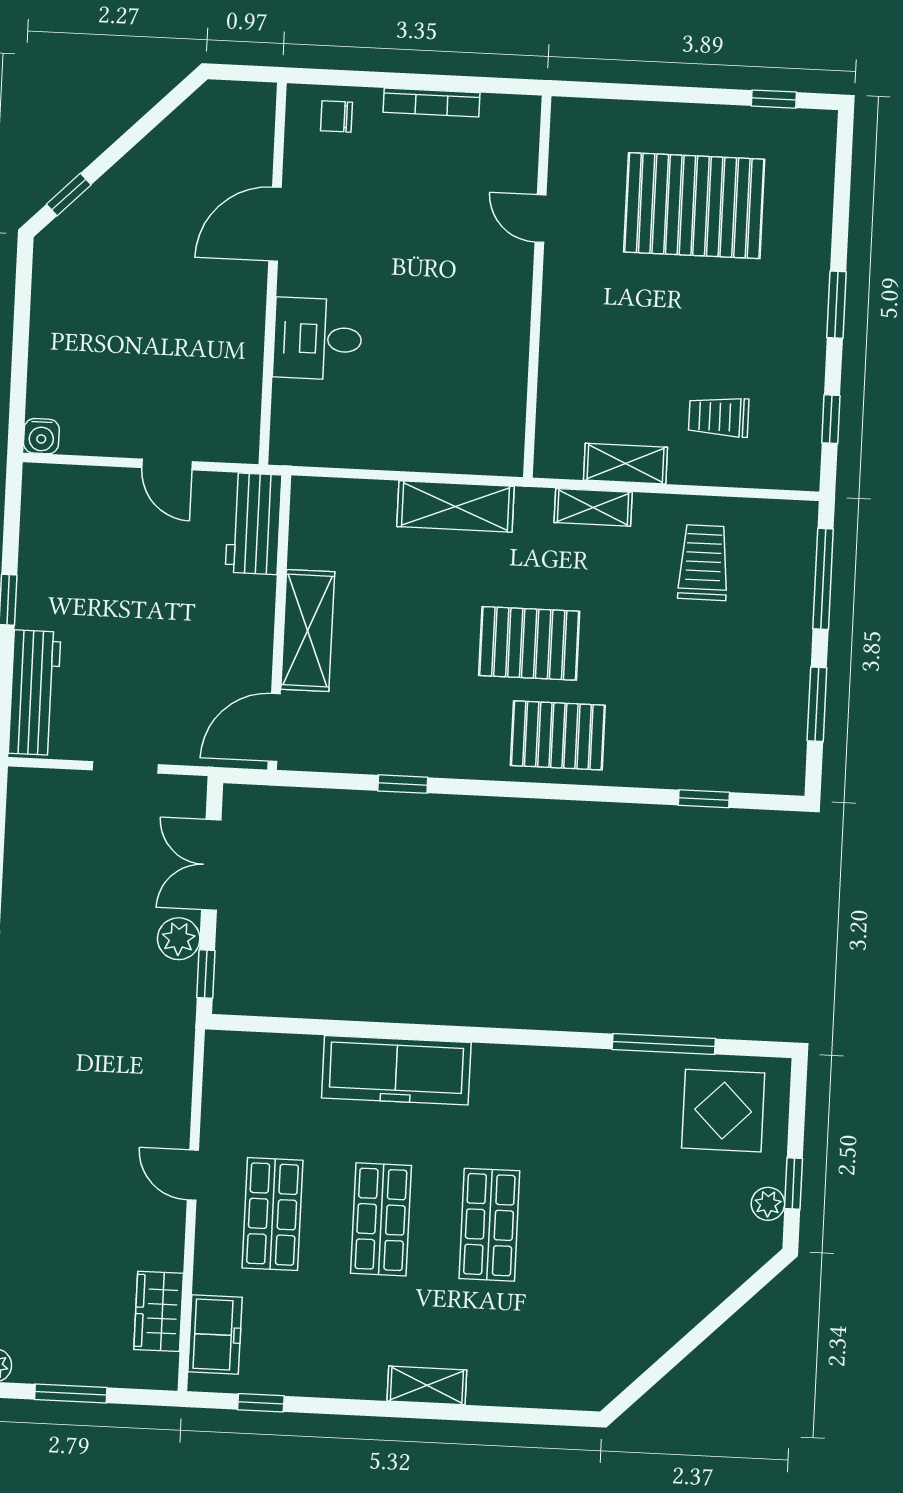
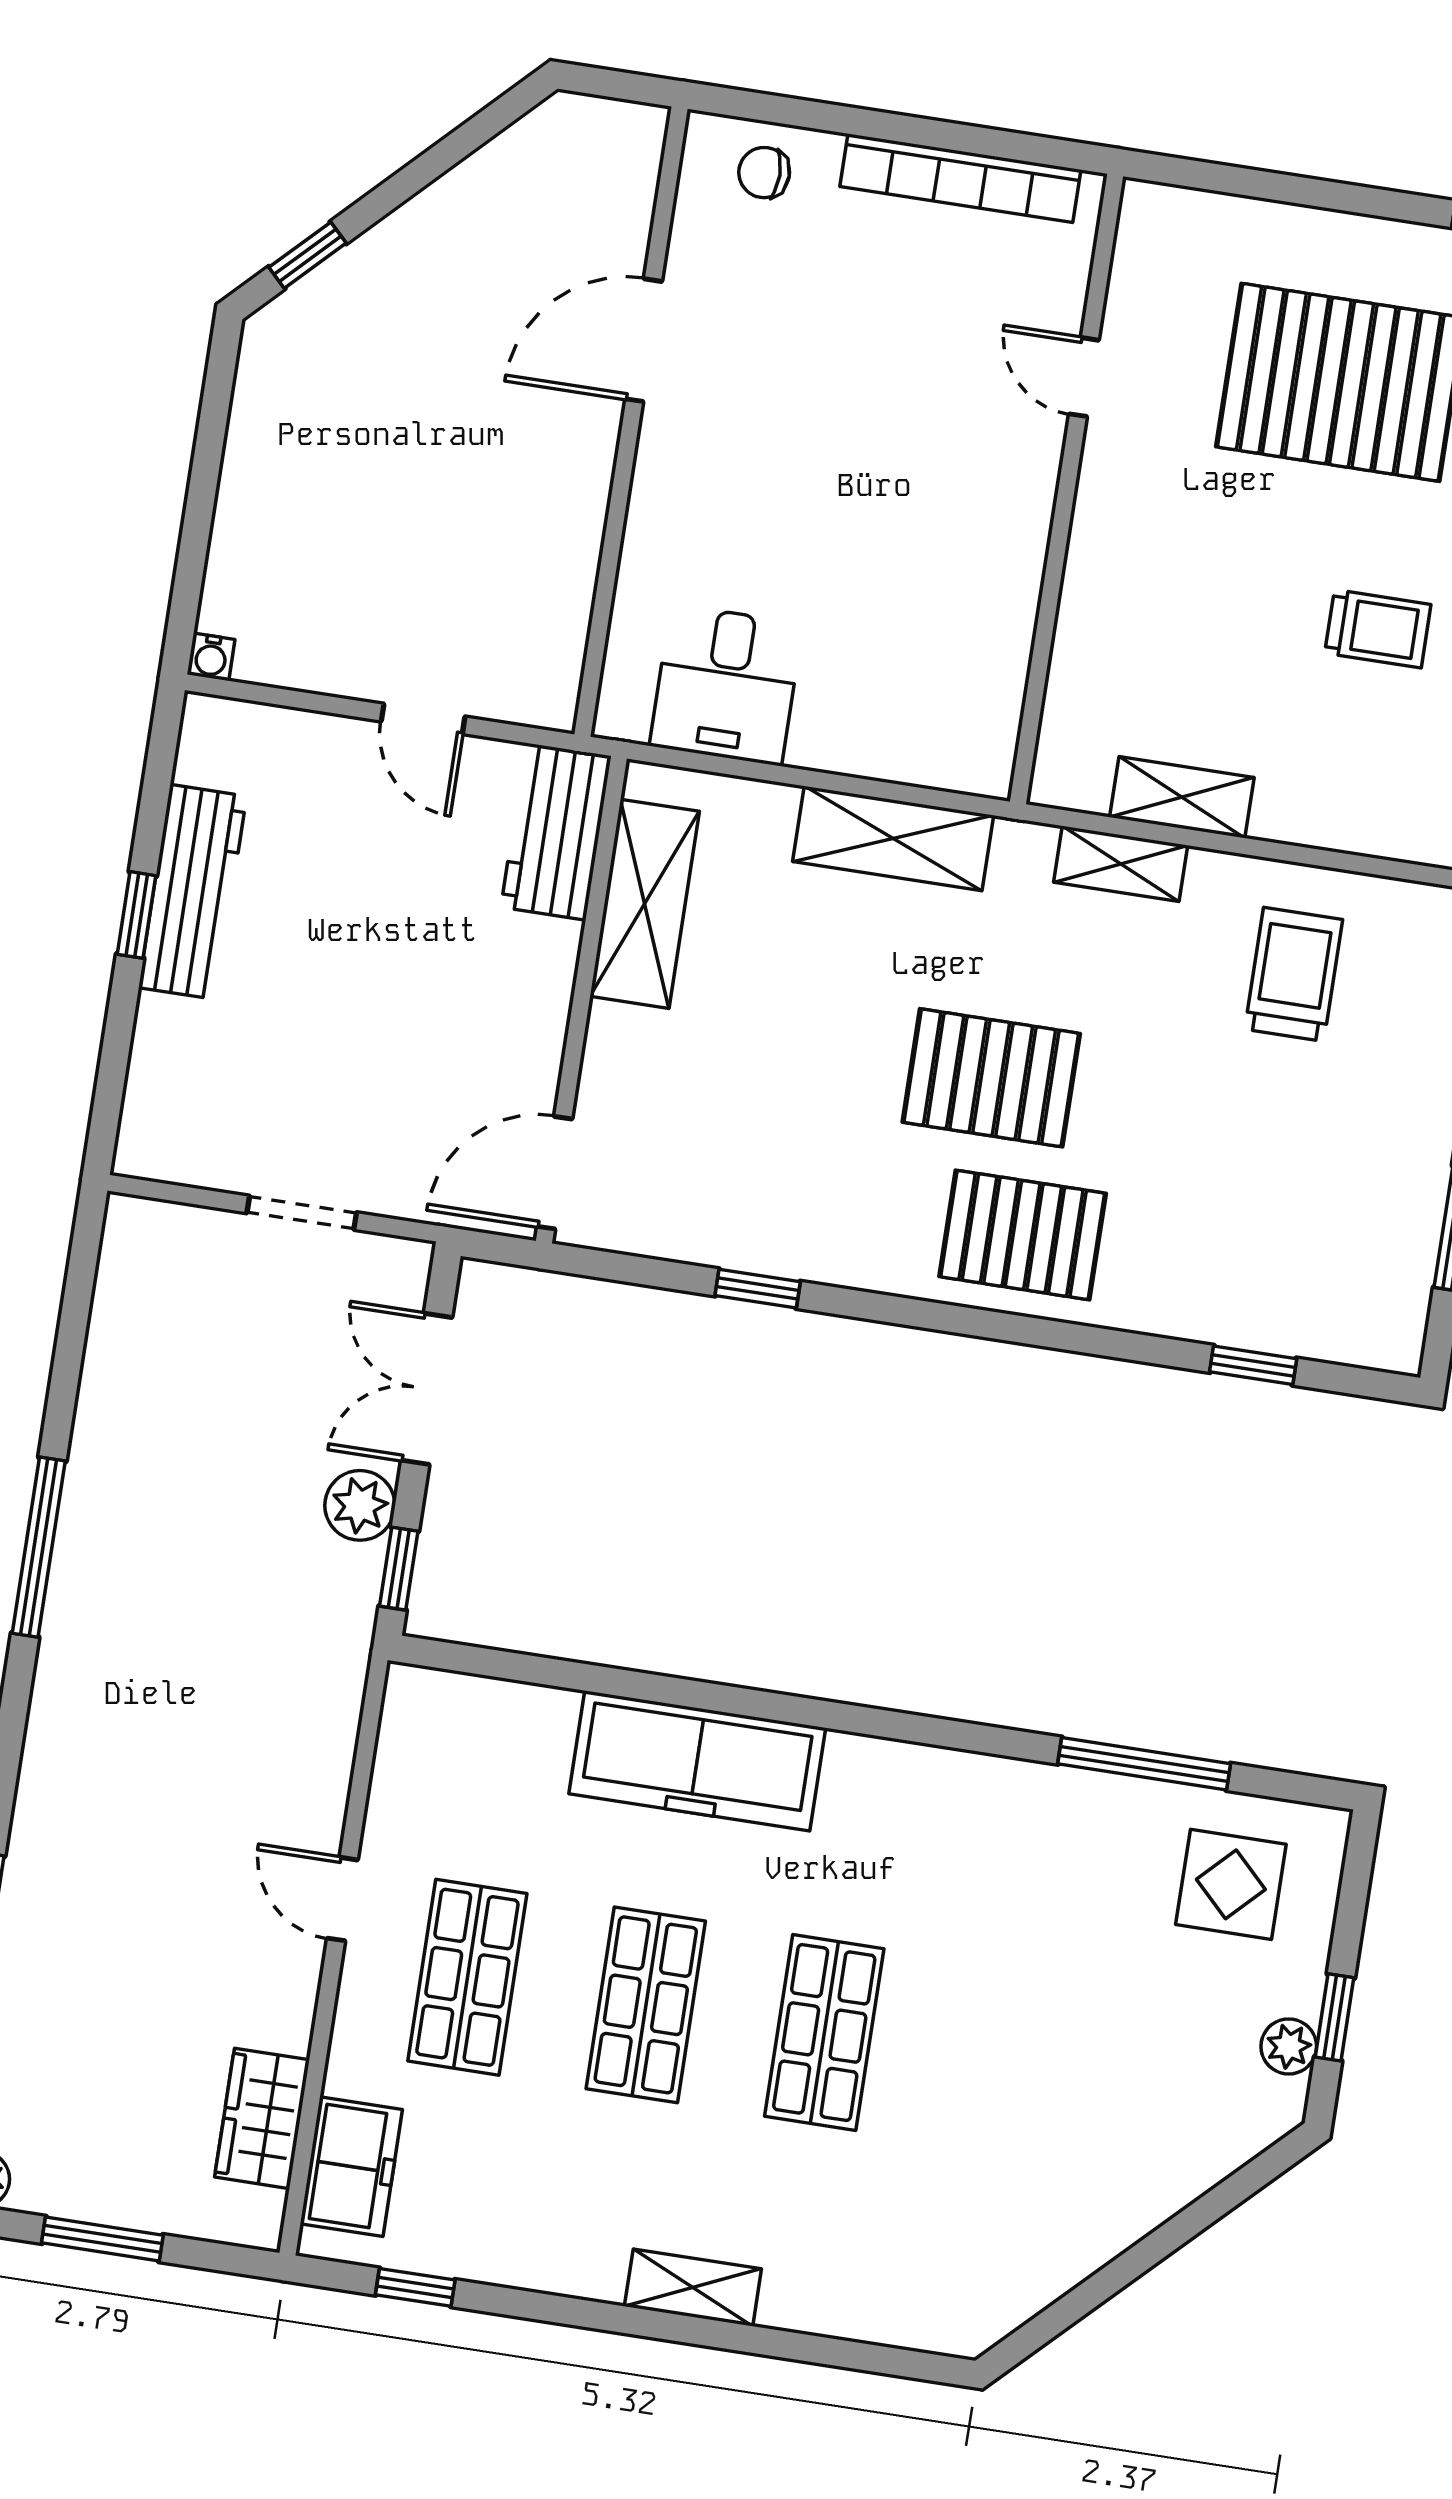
bookcase: (431, 102) -> (960, 178), width x1.48, depth x1.31
desk: (318, 339) -> (726, 685), moved, turned -90
trolley: (719, 417) -> (1378, 629), moved, turned 180
water cooler: (41, 436) -> (211, 657), width x0.72, depth x0.72
shelving: (308, 630) -> (645, 904), moved
workbench: (35, 693) -> (193, 892), moved
display table: (723, 1111) -> (1231, 1884), width x0.73, depth x0.73

